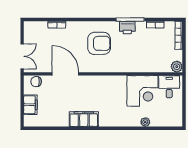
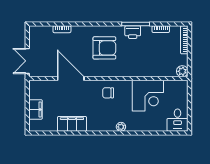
double door: (22, 56) -> (27, 61), swing flipped
chair: (36, 82) -> (108, 93), moved
desk: (169, 87) -> (178, 120), moved, turned 180
filing cabinet: (84, 119) -> (72, 124), moved
plant: (145, 122) -> (121, 127), moved

